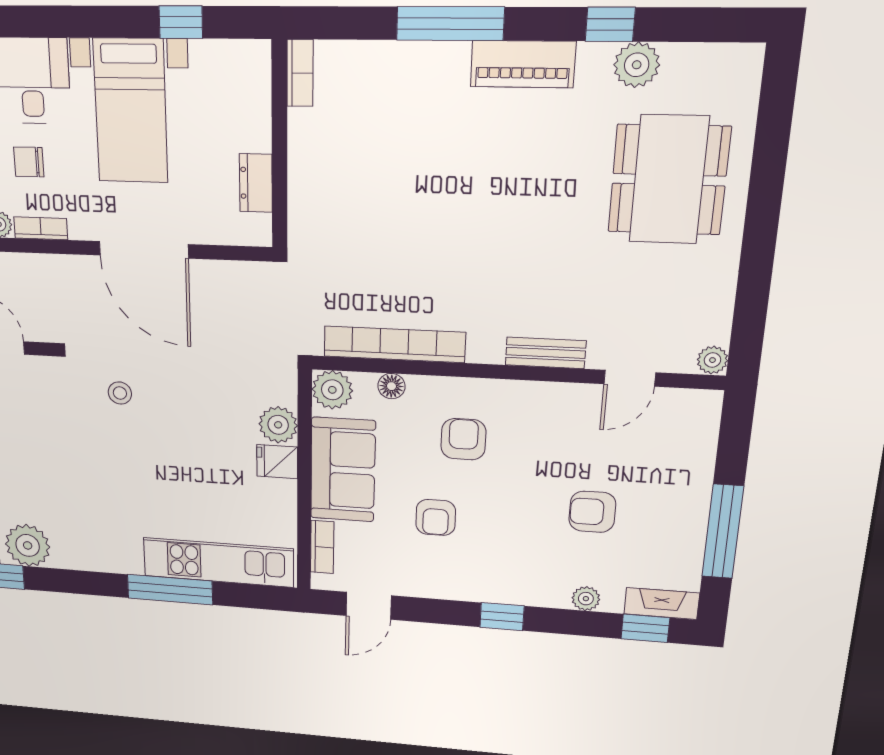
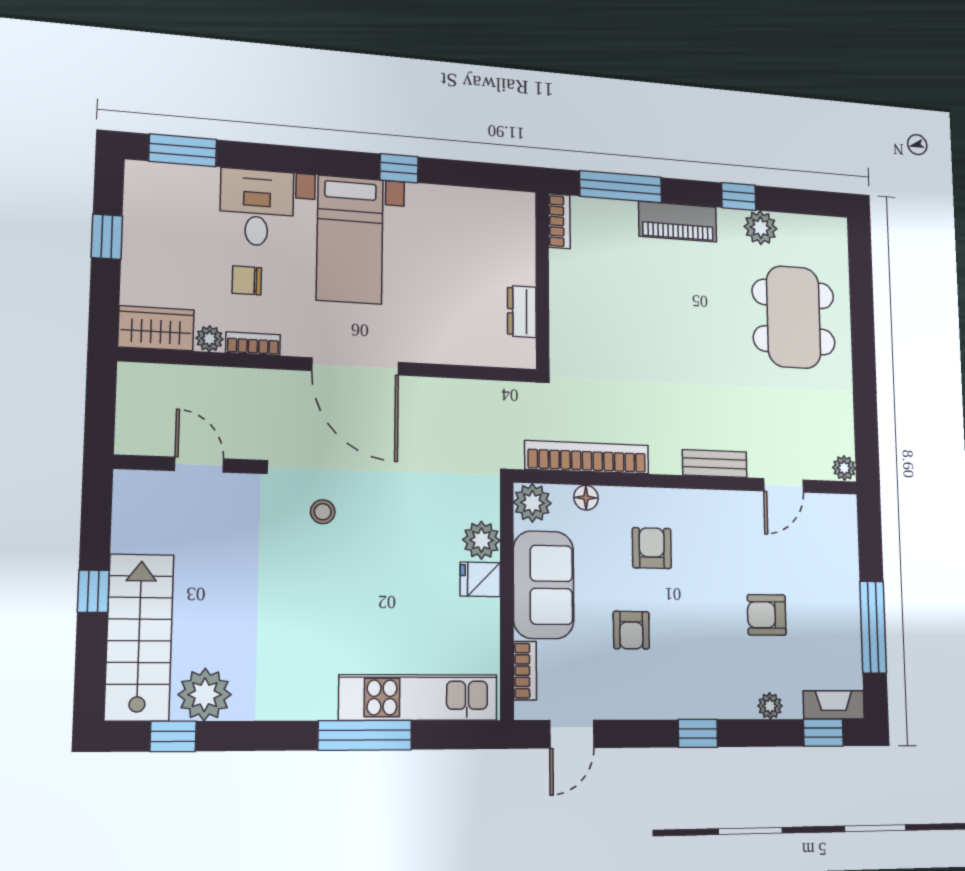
bookcase: (300, 73) -> (559, 221), moved
wall: (279, 146) -> (542, 280), moved
dresser: (256, 183) -> (522, 312), moved

